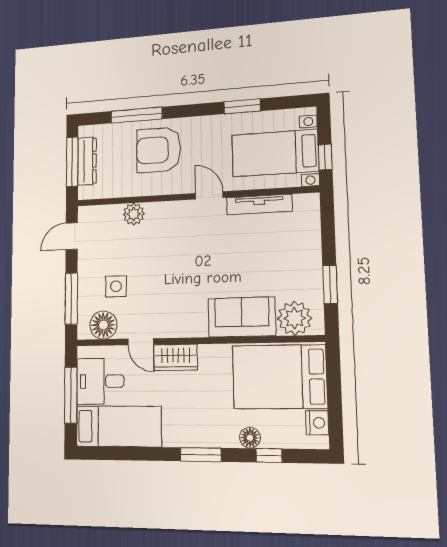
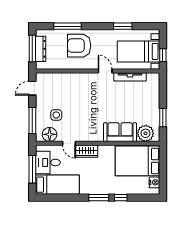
plant: (134, 214) -> (66, 78), removed
floor lamp: (250, 438) -> (123, 189), removed
window: (269, 456) -> (121, 198), moved

